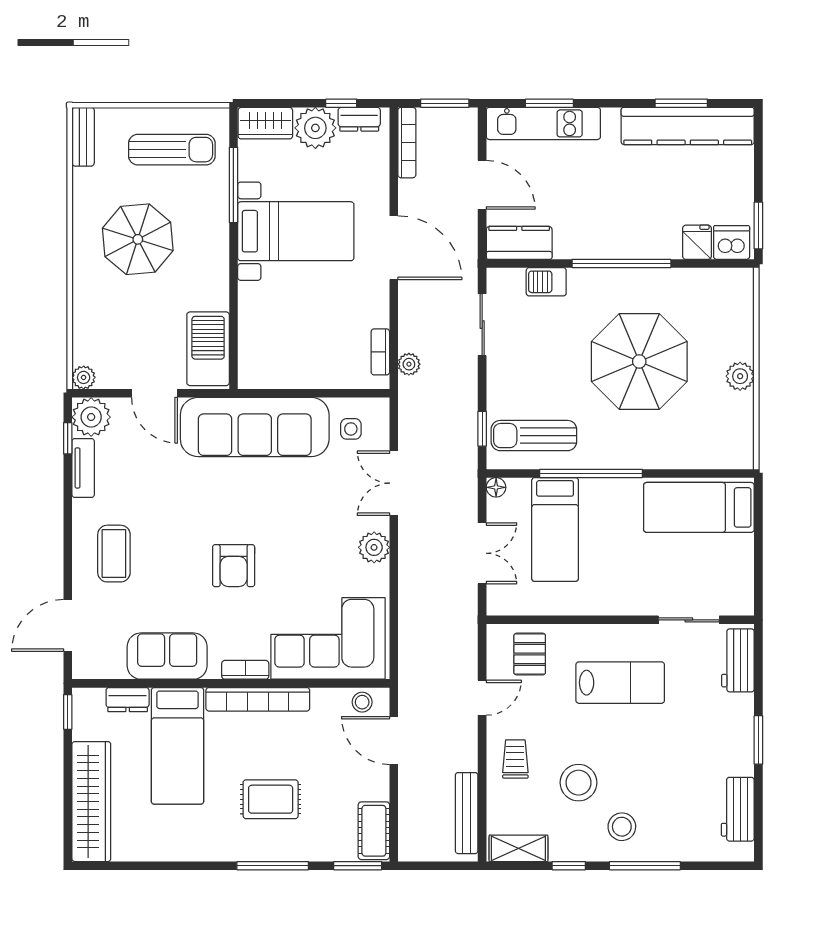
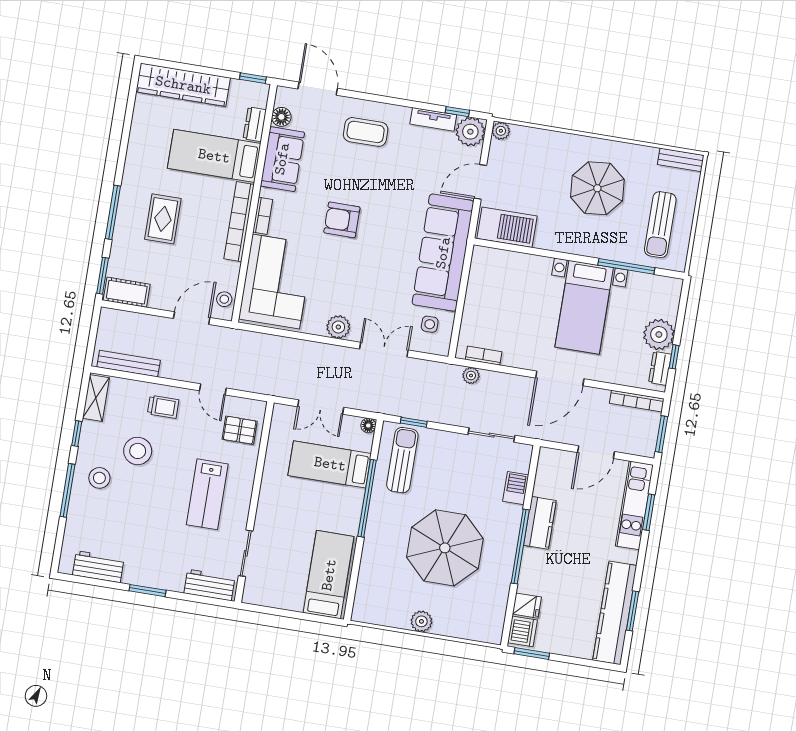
wardrobe: (265, 123) -> (669, 298), removed
kitchen counter: (519, 243) -> (540, 523), moved
floor lamp: (112, 667) -> (281, 117), added

